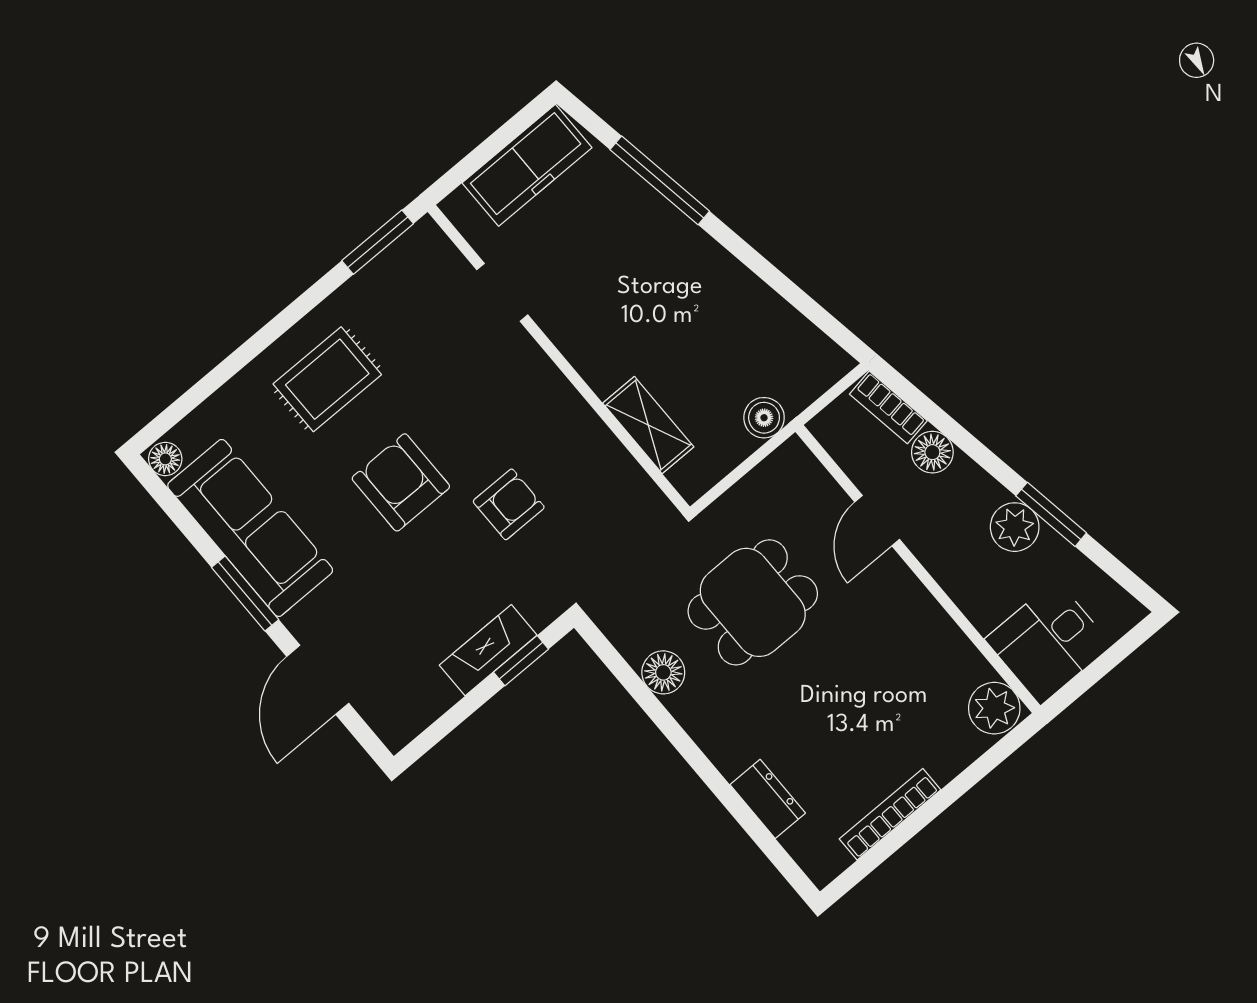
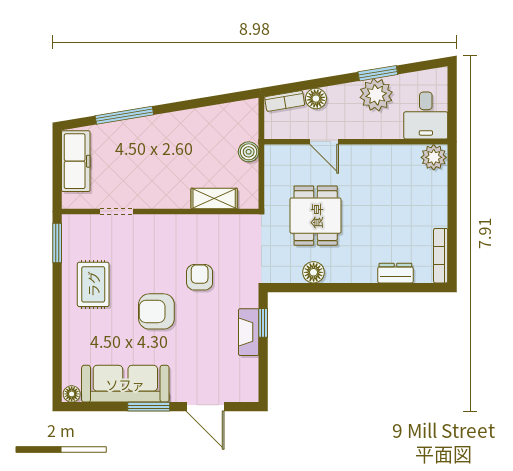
rug: (327, 379) -> (93, 284), moved
plant: (1015, 527) -> (376, 95), width x1.36, depth x1.36
bookcase: (890, 814) -> (441, 256), moved

